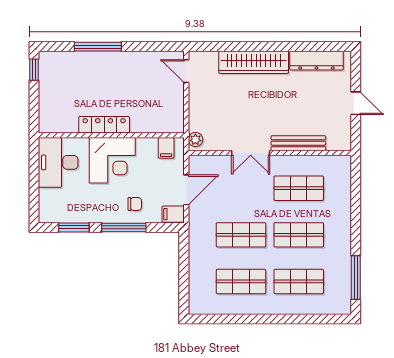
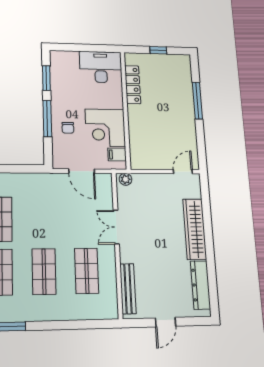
window: (34, 70) -> (158, 50), moved
locker: (104, 125) -> (133, 85), moved
bench: (298, 143) -> (128, 289), moved
corner desk: (112, 160) -> (105, 128), moved
filing cabinet: (173, 214) -> (60, 160), removed
shop shelf: (241, 235) -> (43, 219), removed

